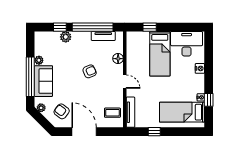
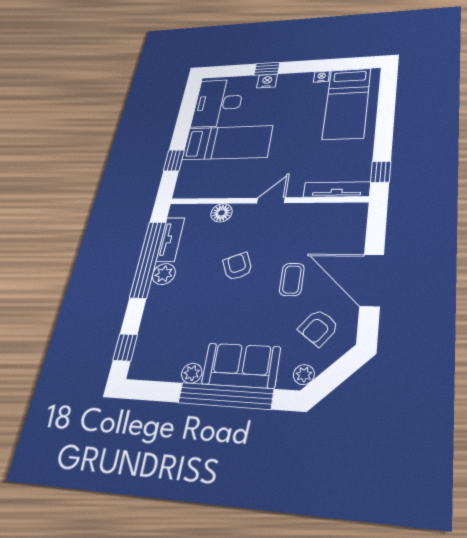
window: (60, 27) -> (125, 347), moved
plant: (66, 37) -> (164, 274), moved
window: (209, 100) -> (267, 69), moved
coffee table: (112, 113) -> (292, 279), moved
door: (84, 132) -> (372, 280), hinge flipped
window: (154, 132) -> (381, 172), moved

